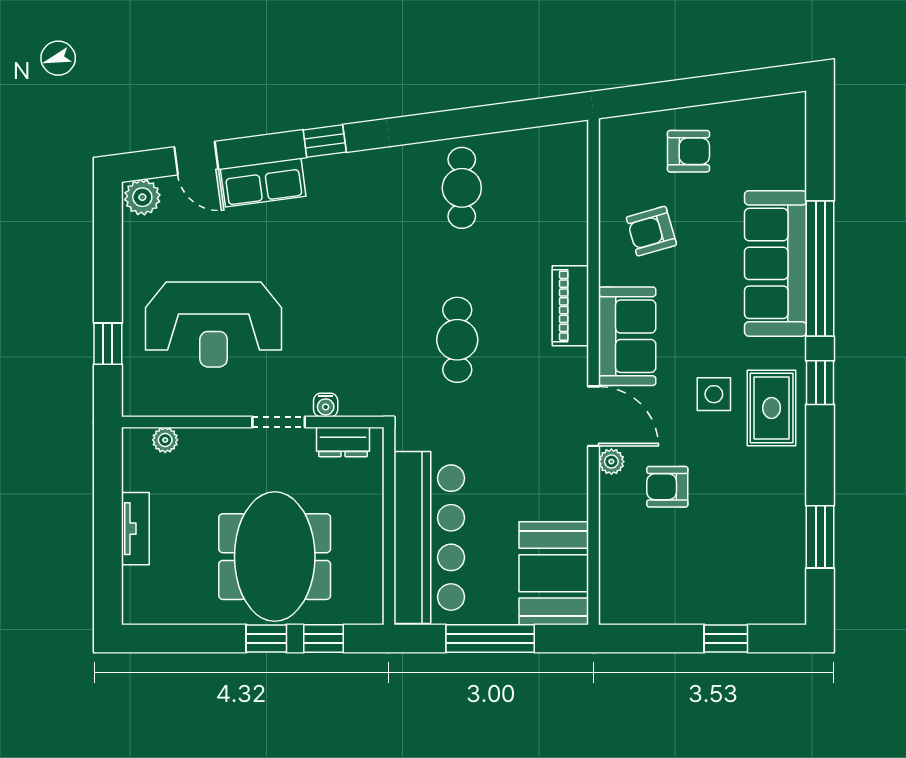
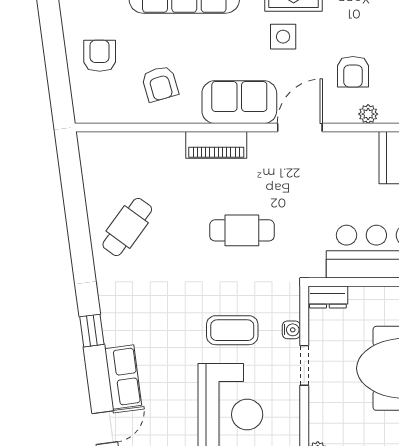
cafe table: (462, 188) -> (127, 227), turned -54
coffee table: (325, 327) -> (232, 330), added
dresser: (343, 442) -> (328, 297), moved, turned 90
plant: (611, 462) -> (368, 114), moved

